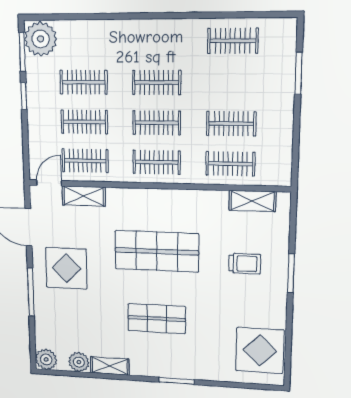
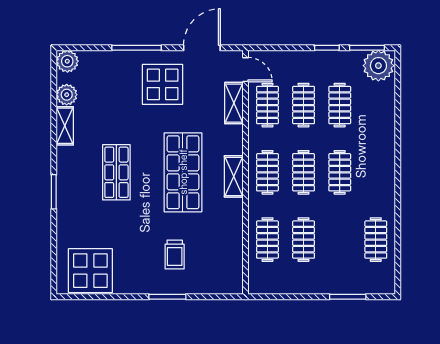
shelving: (252, 201) -> (234, 176), moved

